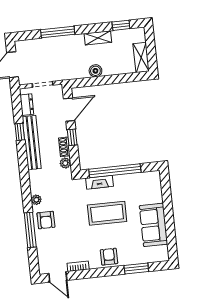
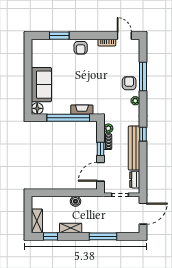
shelving: (141, 57) -> (37, 221), moved
window: (20, 132) -> (143, 134), moved
floor lamp: (154, 178) -> (37, 108), added
coffee table: (107, 213) -> (78, 83), removed
sofa: (154, 225) -> (41, 85), moved

